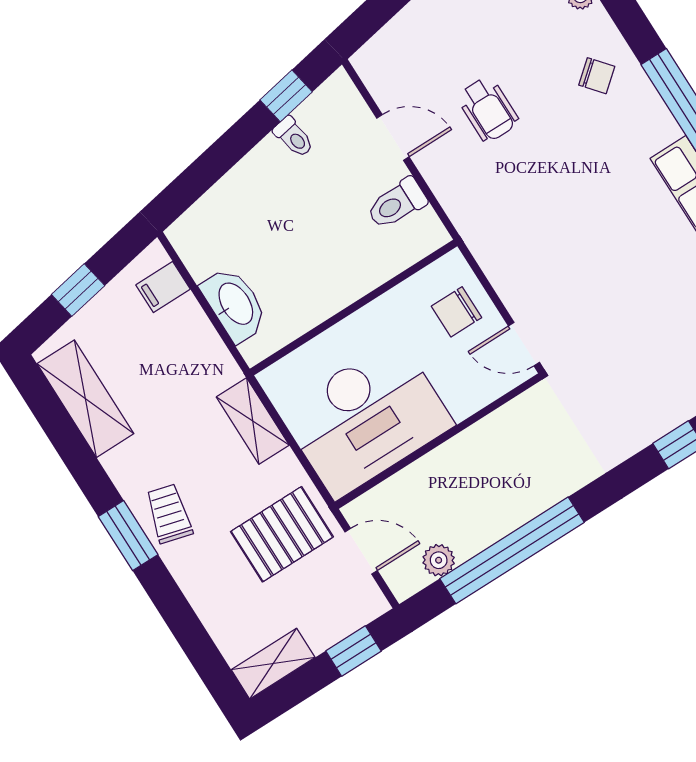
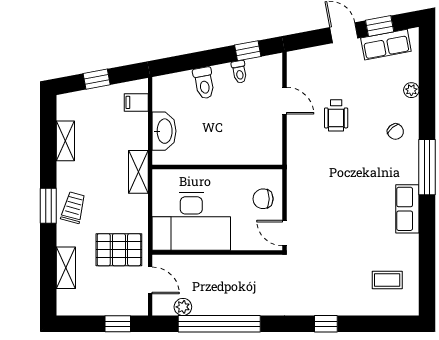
toilet: (397, 204) -> (204, 83), moved, turned -101
shelving: (85, 399) -> (65, 141), width x0.67, depth x0.75
shelving: (253, 421) -> (138, 172), moved
shelving: (273, 664) -> (66, 268), moved, turned 90

